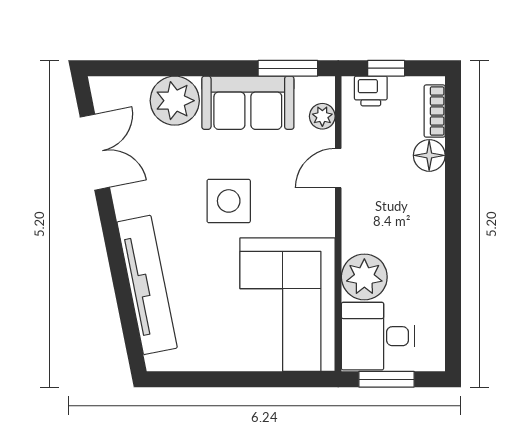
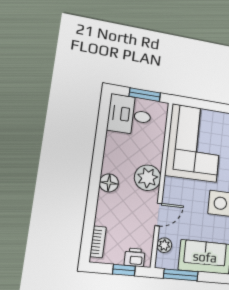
floor lamp: (429, 155) -> (109, 183), moved
plant: (364, 277) -> (148, 178), moved
desk: (378, 336) -> (130, 115), moved, turned 180

